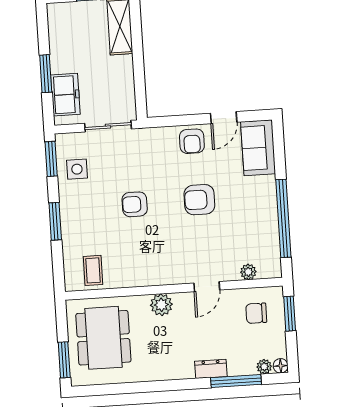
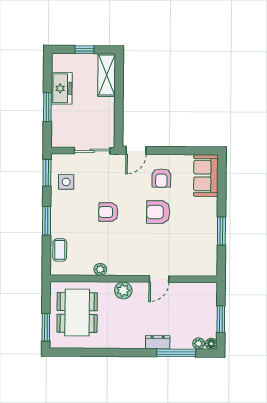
freezer: (65, 95) -> (62, 88), moved
door: (224, 118) -> (136, 150), moved
armchair: (192, 141) -> (161, 178), moved
window: (283, 218) -> (221, 231), width x0.47
coffee table: (93, 270) -> (60, 250), moved
plant: (248, 272) -> (100, 269), moved
chair: (256, 313) -> (195, 302), removed
window: (290, 314) -> (221, 319), moved

